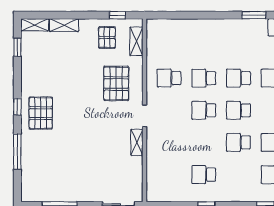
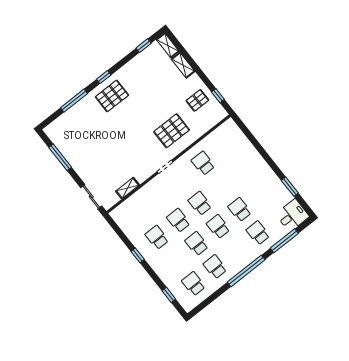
shelving: (136, 41) -> (210, 122), removed
school desk: (204, 78) -> (178, 220), moved
shelving: (137, 142) -> (128, 188), moved

